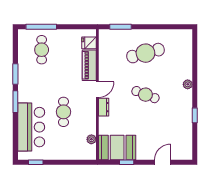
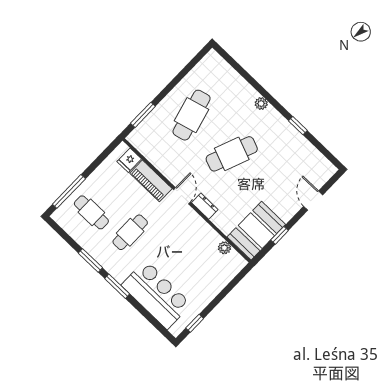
cafe table: (145, 95) -> (232, 154), width x1.37, depth x1.35
cafe table: (63, 112) -> (130, 232), moved, turned 90

